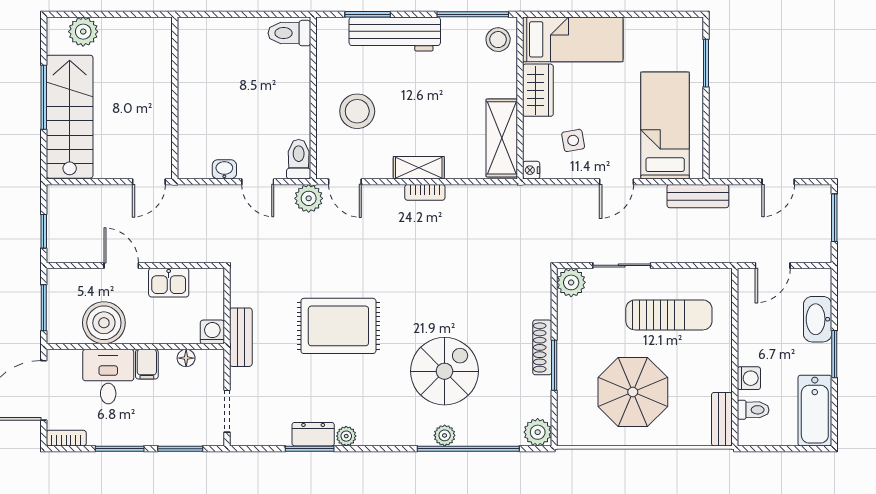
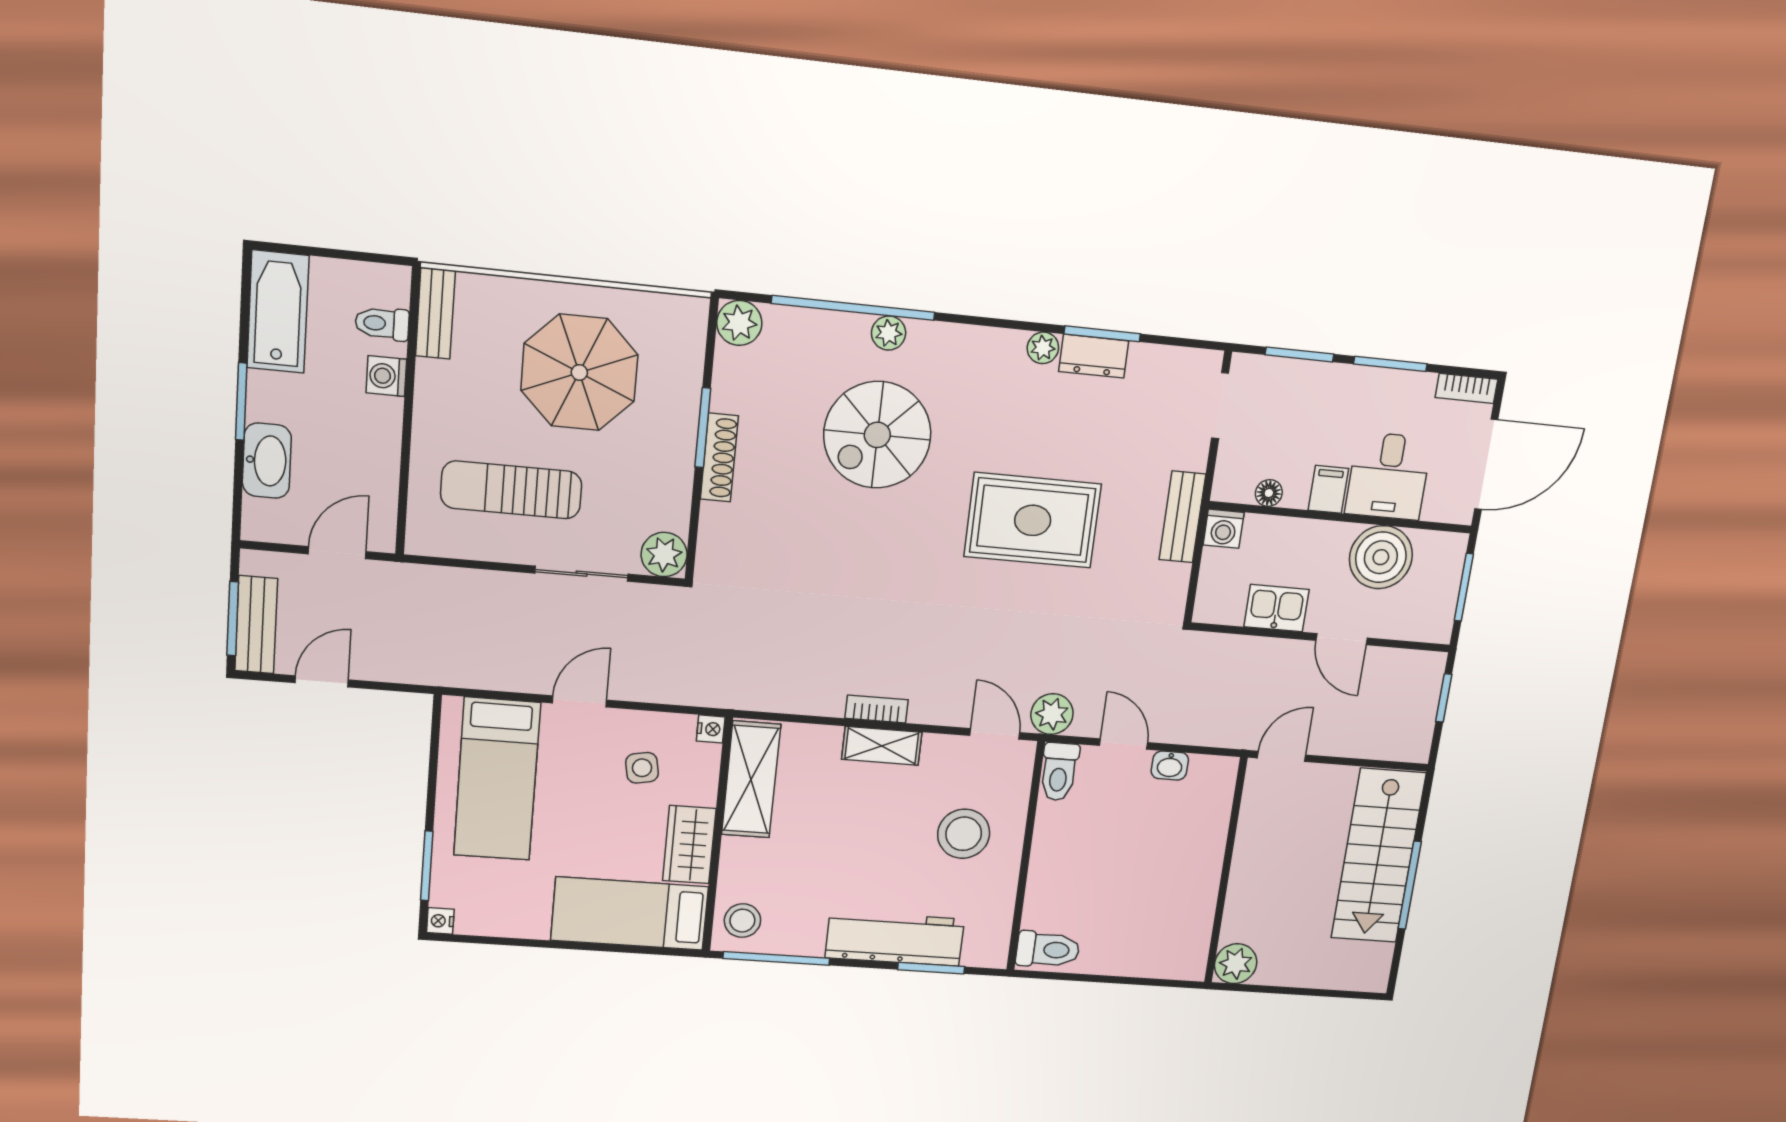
nightstand: (695, 26) -> (440, 921), added
plant: (83, 32) -> (1236, 964), moved
bench: (698, 196) -> (256, 625), moved, turned 90

